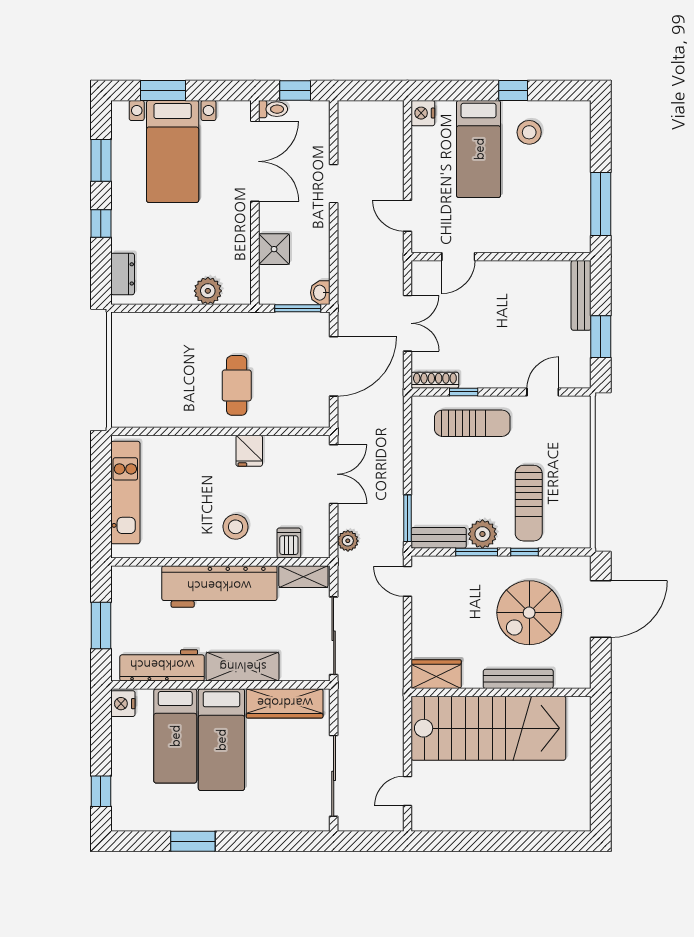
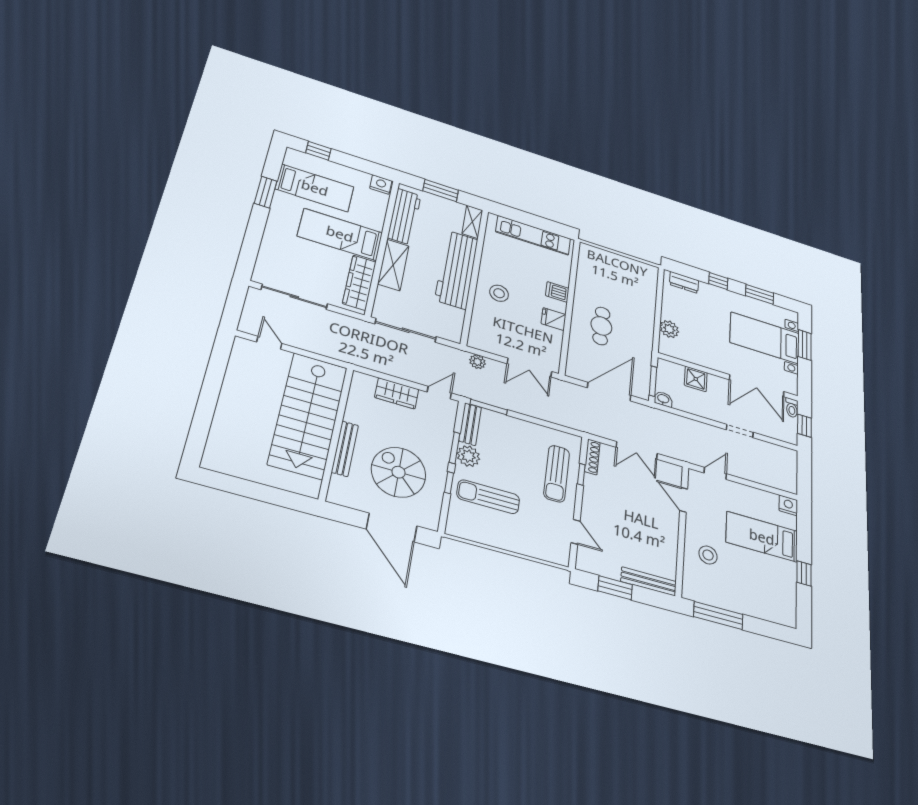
stool: (529, 132) -> (708, 555), moved
door: (334, 366) -> (609, 392), swing flipped
cafe table: (237, 385) -> (601, 326), turned 90
dishwasher: (289, 543) -> (557, 292), moved, turned 180
shelving: (303, 577) -> (472, 222), moved
wardrobe: (436, 674) -> (397, 393), moved, turned 90
bed: (175, 736) -> (315, 188), moved, turned 180

